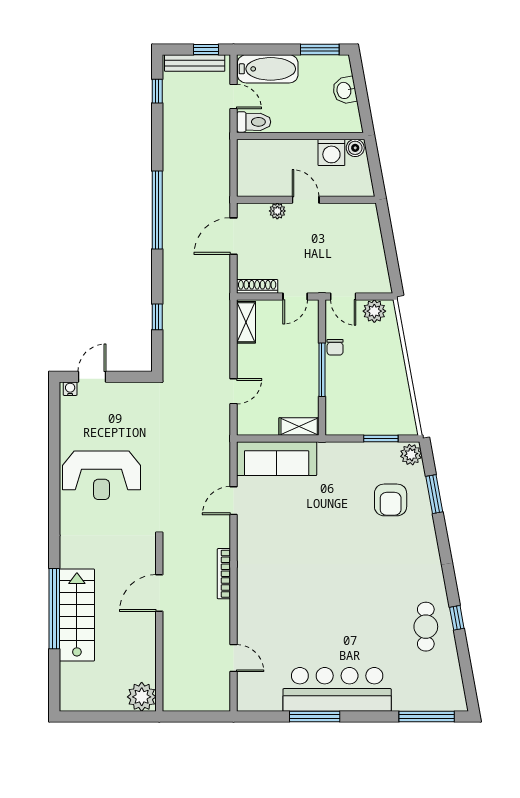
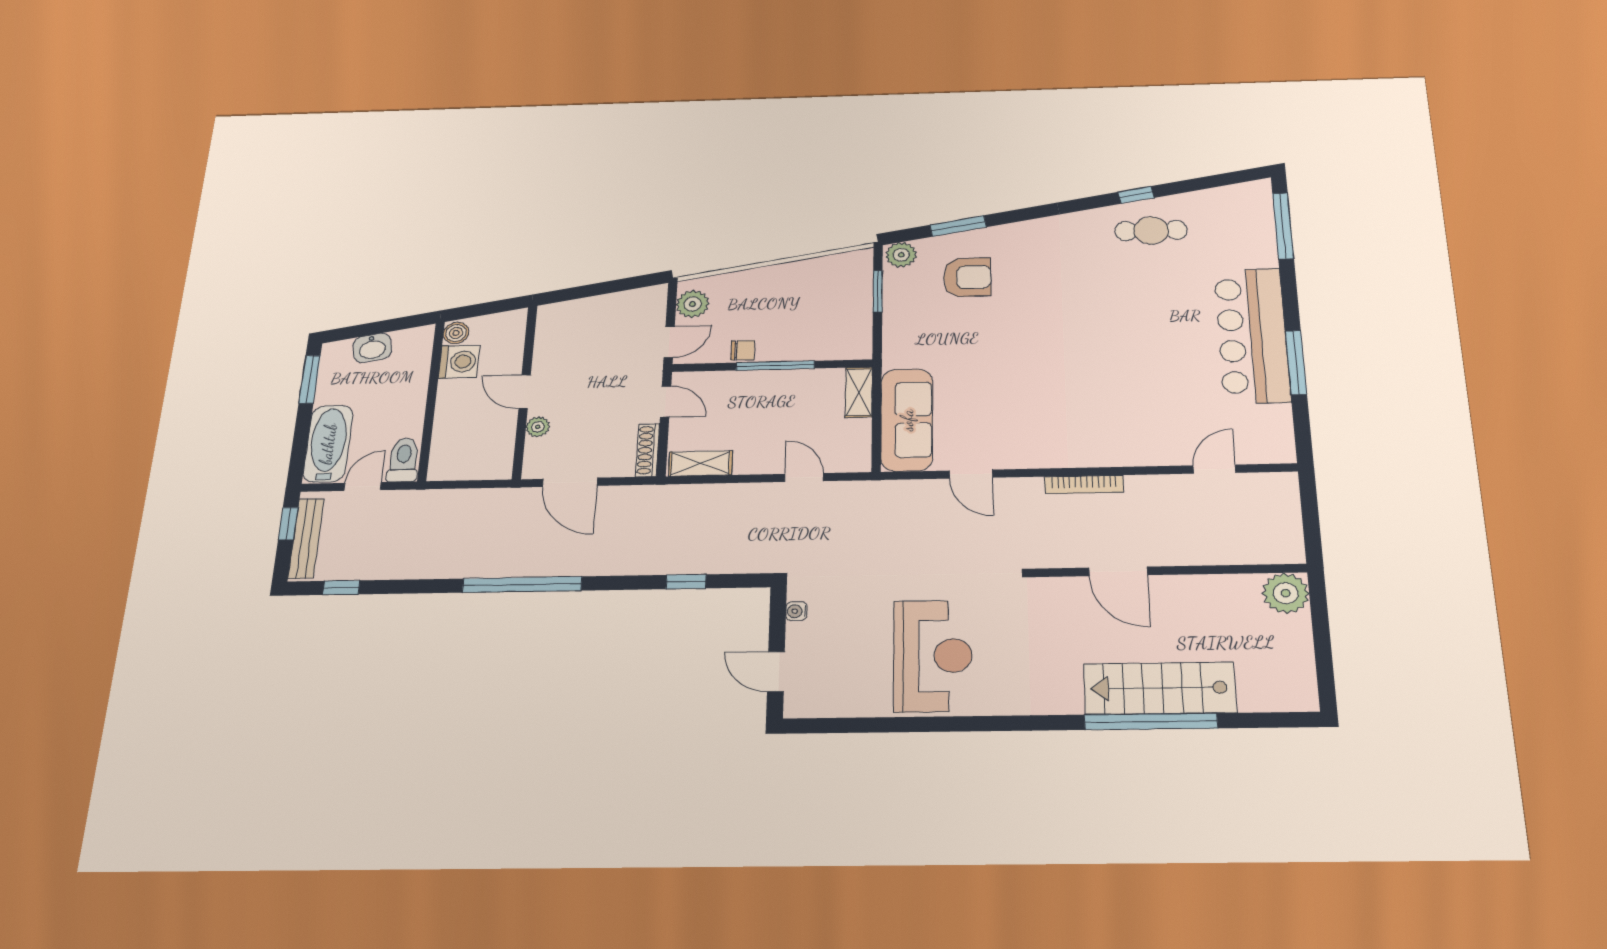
door: (306, 200) -> (525, 392), hinge flipped
water cooler: (70, 389) -> (797, 611), moved

